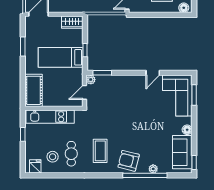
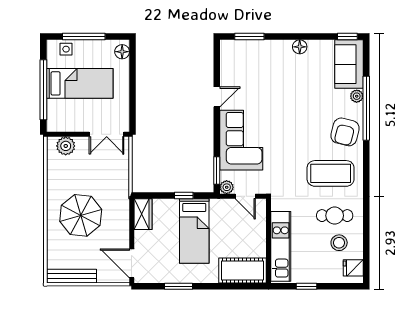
door: (153, 73) -> (217, 97), hinge flipped
corner sofa: (177, 96) -> (241, 140), moved, turned -90
coffee table: (100, 151) -> (331, 173), width x1.36, depth x1.32
sofa: (182, 152) -> (349, 64), moved, turned 90

